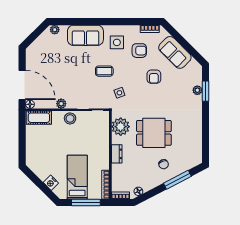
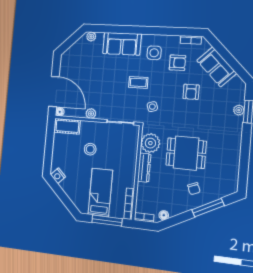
stool: (70, 118) -> (90, 149), moved
dresser: (117, 154) -> (144, 168), width x1.44
nightstand: (51, 183) -> (58, 176), moved

